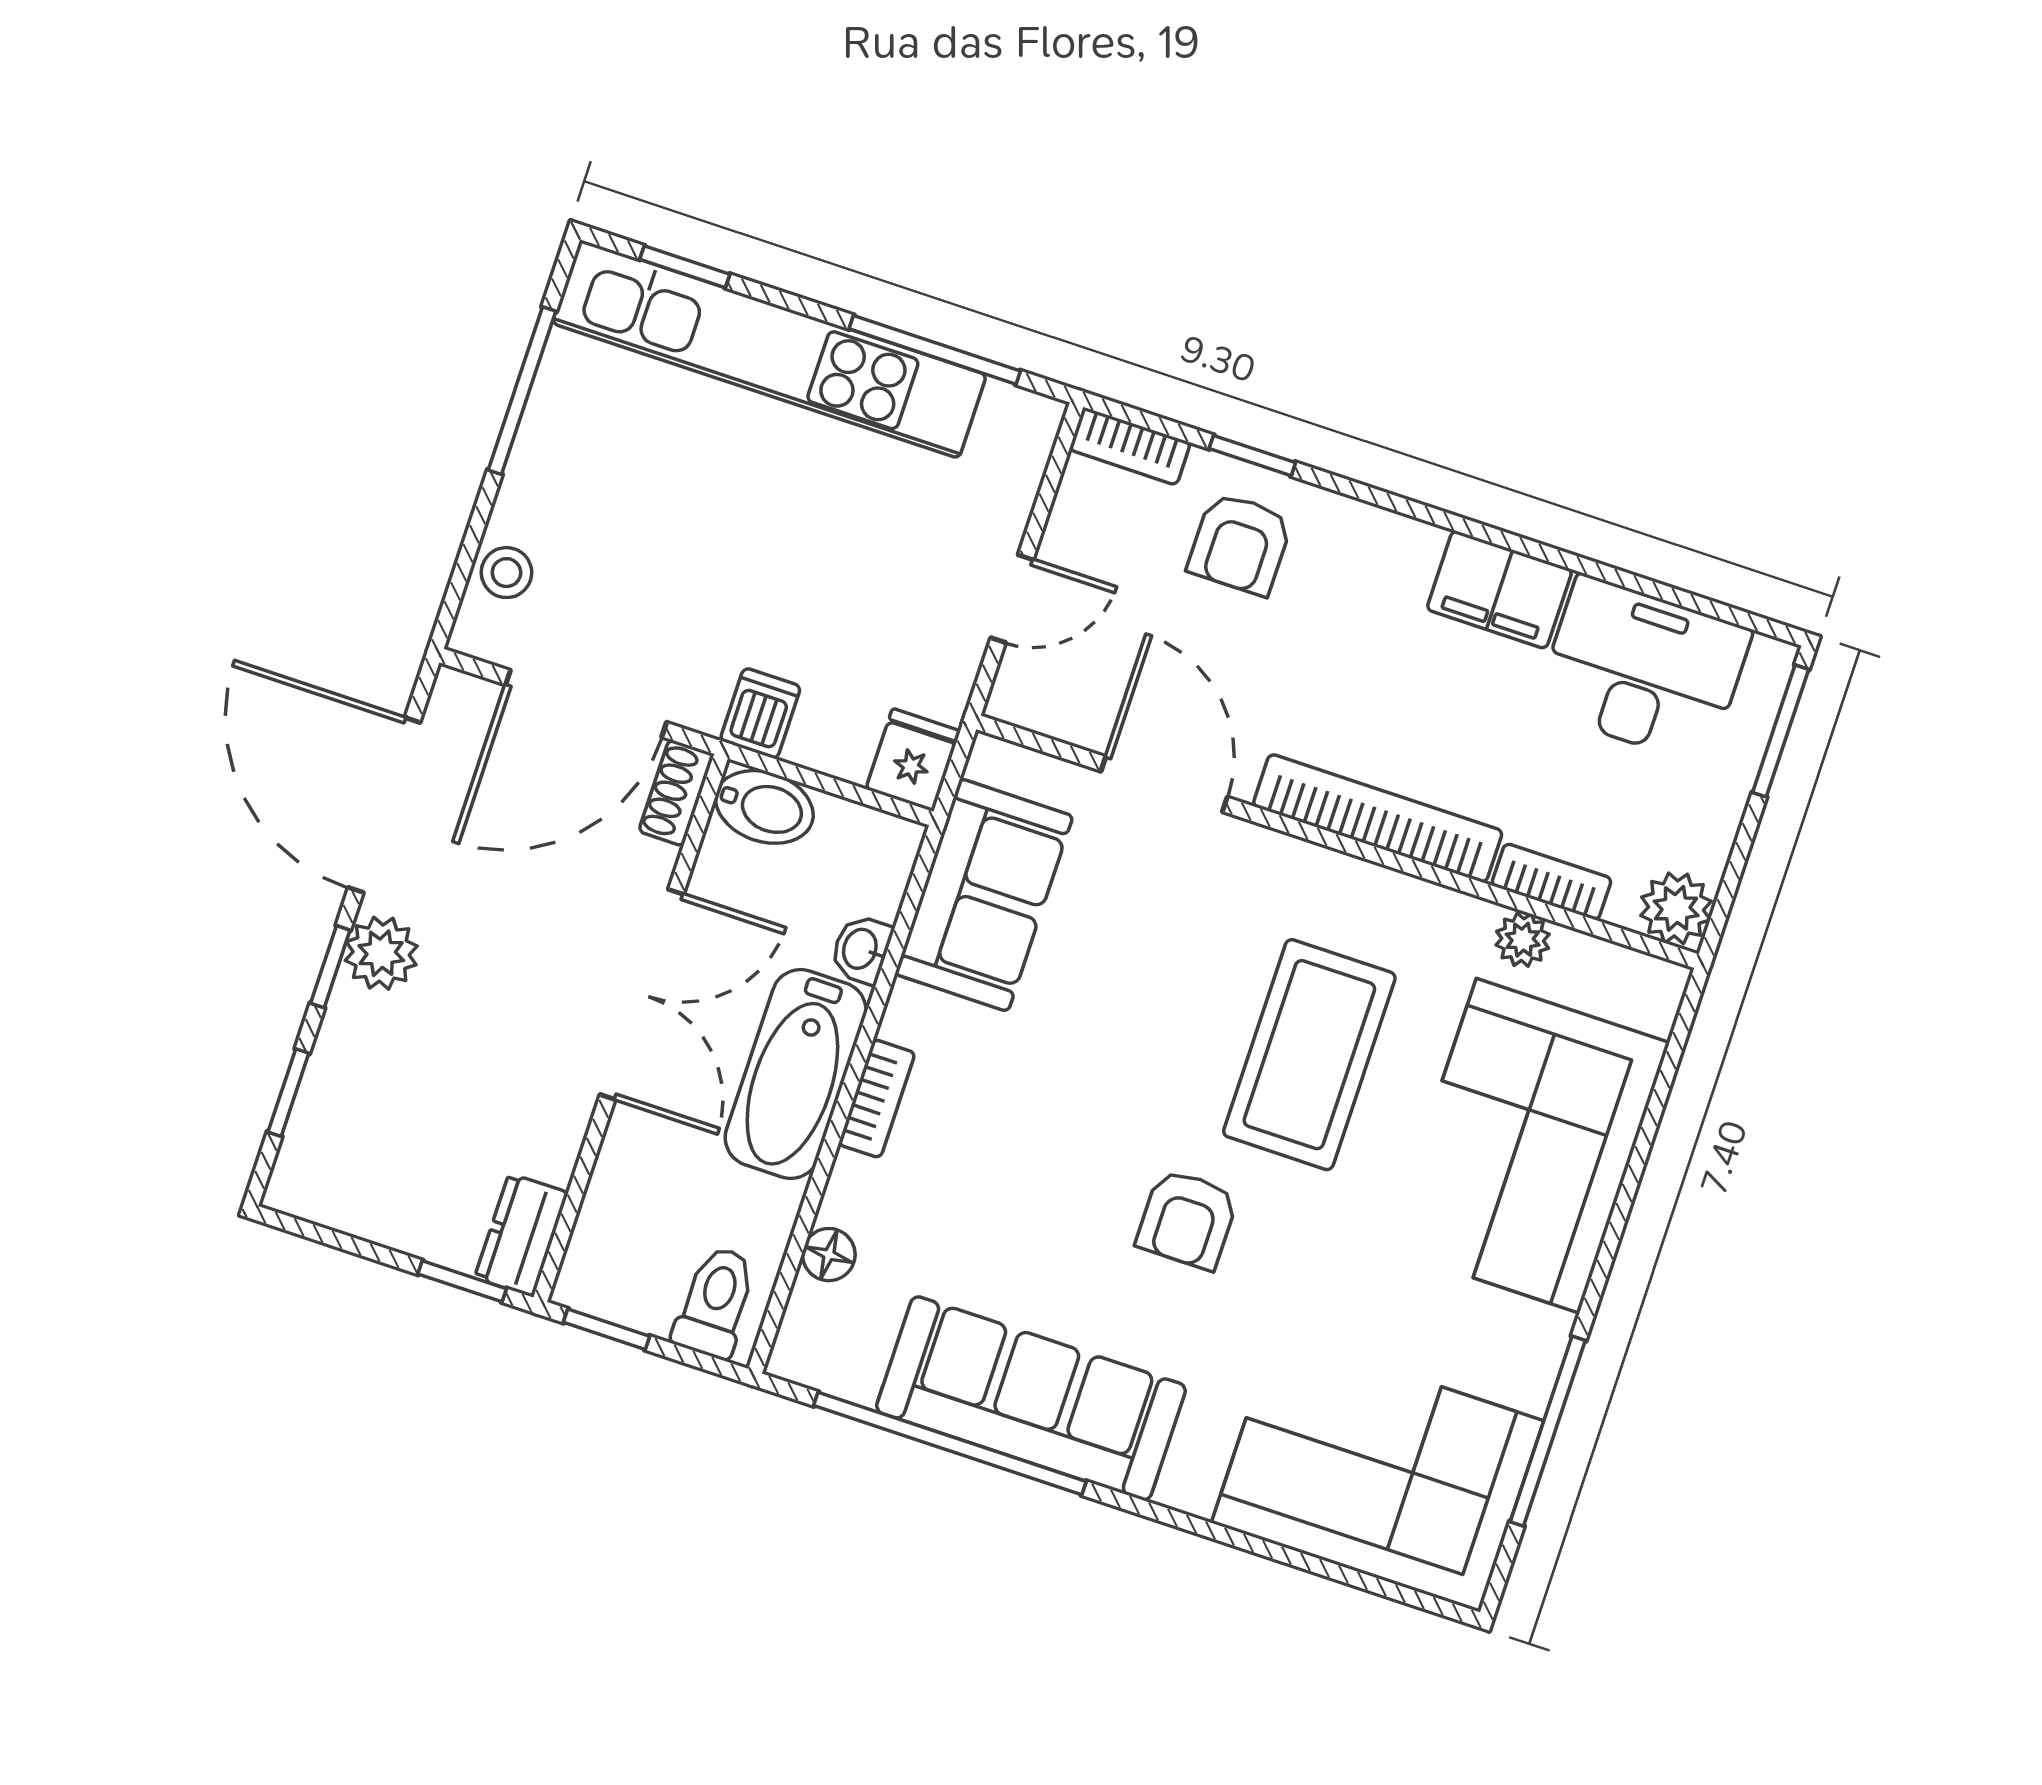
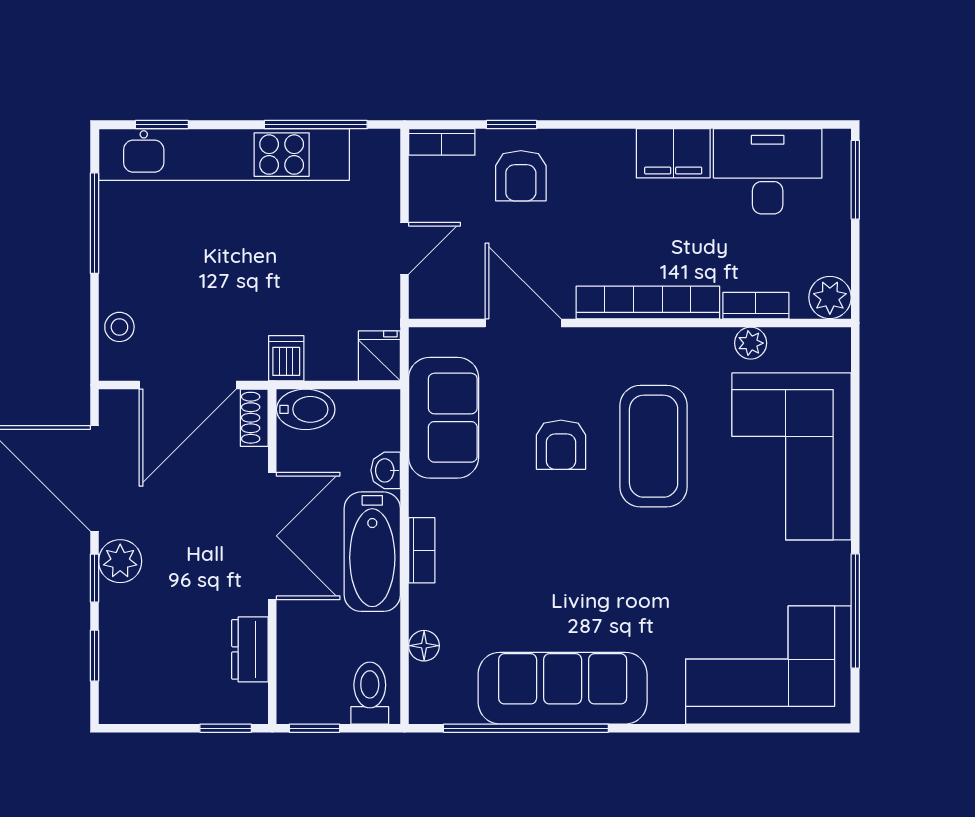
armchair: (1187, 1219) -> (561, 445), moved
dresser: (521, 1235) -> (250, 649), moved

